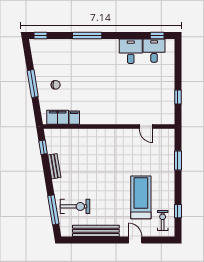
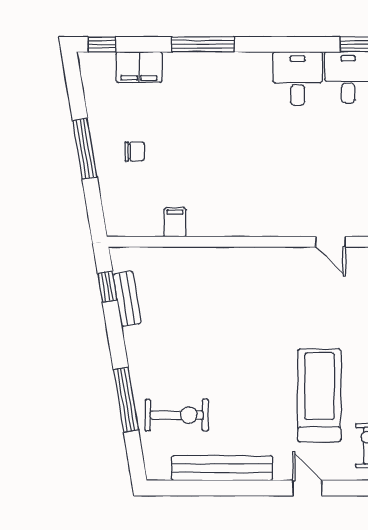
filing cabinet: (58, 117) -> (139, 67), moved, turned 180
bench: (54, 166) -> (127, 299), moved
window: (53, 210) -> (126, 400), moved

